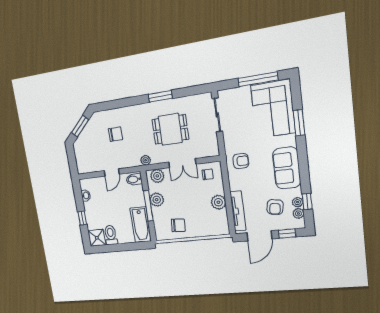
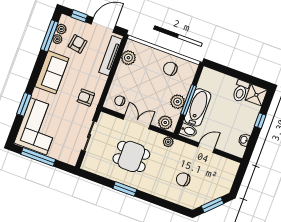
sliding door: (217, 115) -> (89, 136), moved
plant: (218, 202) -> (128, 58), moved
window: (307, 202) -> (49, 36), width x2.17
bathtub: (141, 225) -> (198, 107), moved

